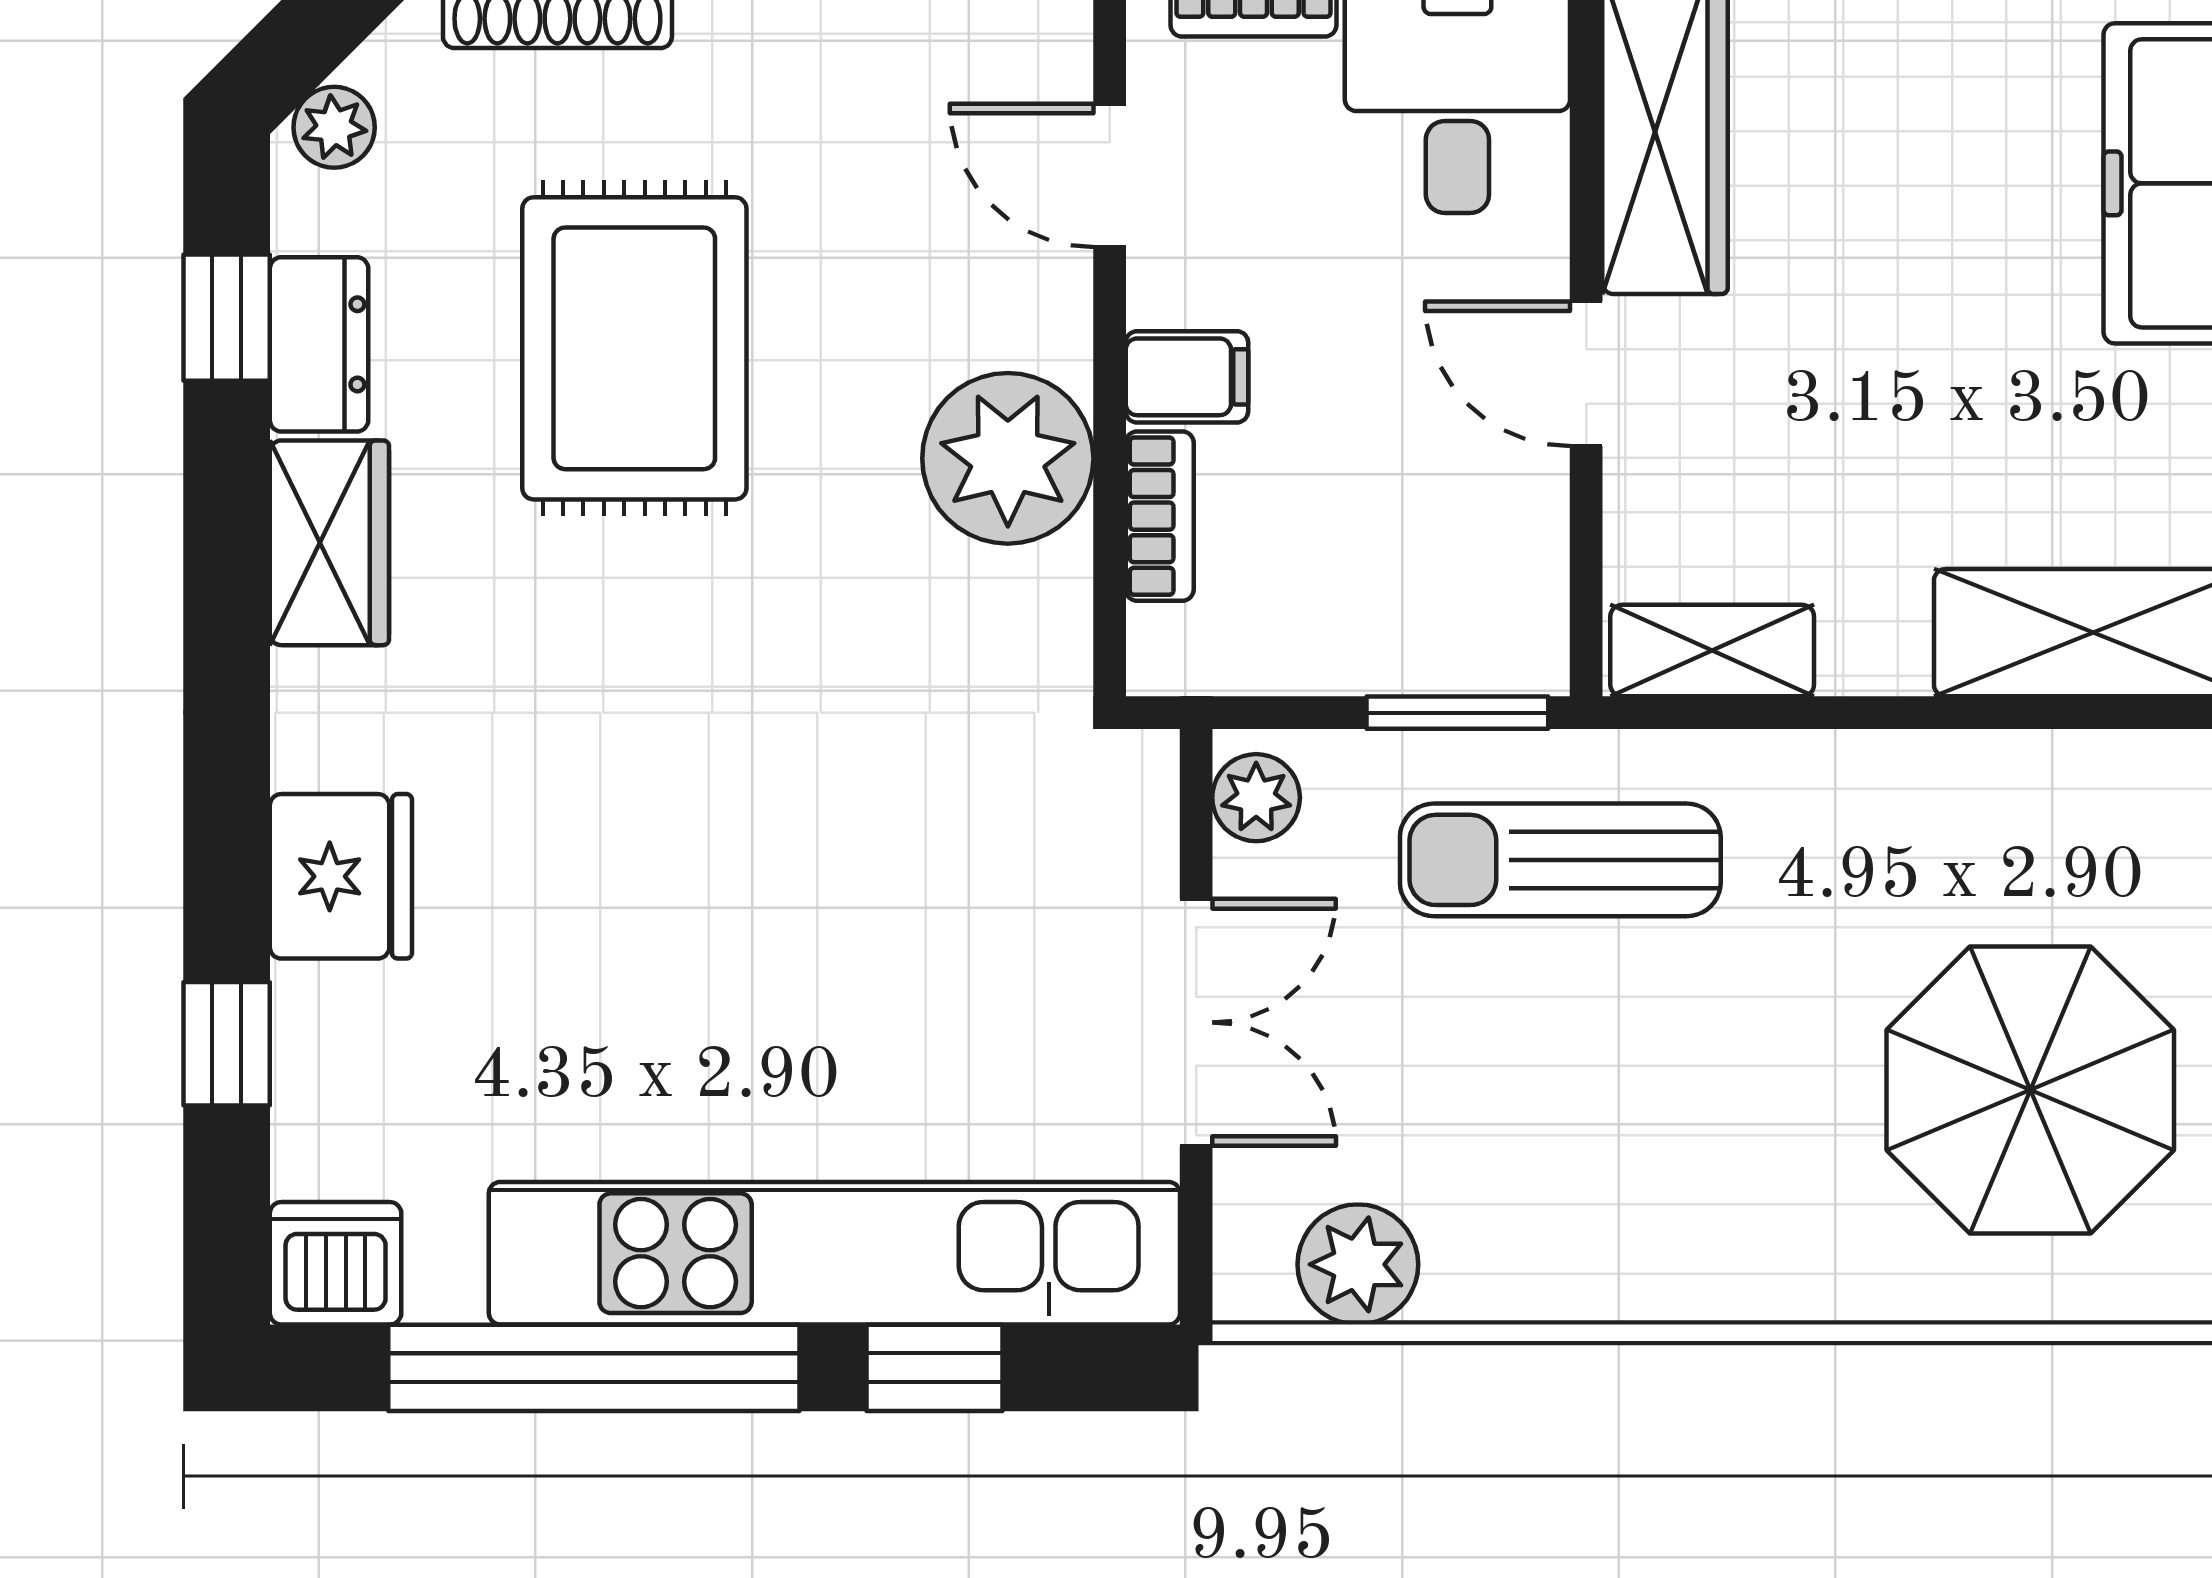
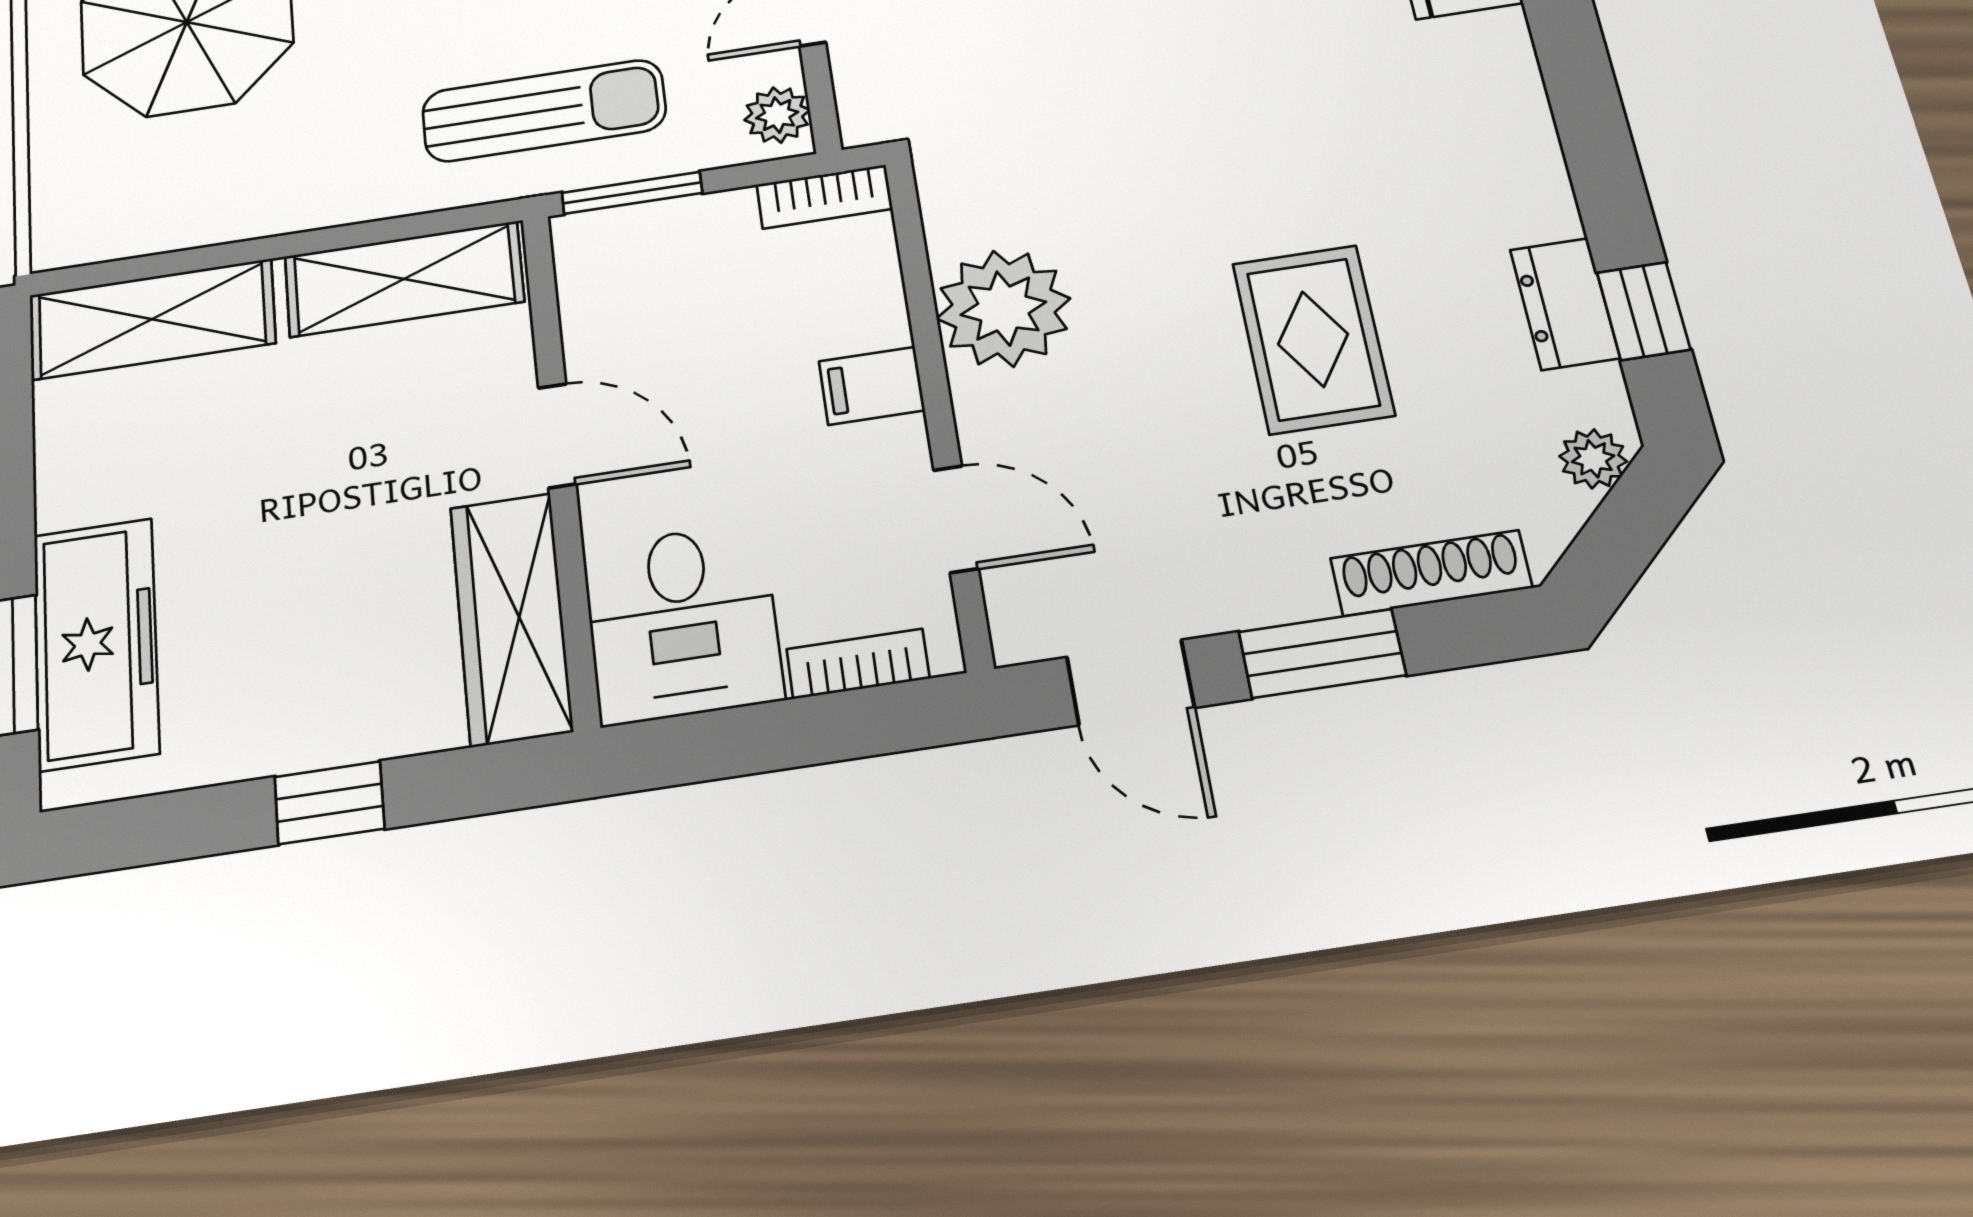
rug: (634, 348) -> (1313, 339), width x0.73, depth x0.70
bookcase: (1160, 516) -> (824, 197), moved, turned -90
wardrobe: (329, 543) -> (1521, 171), removed
shelving: (1712, 651) -> (404, 279), width x1.50, depth x1.33

